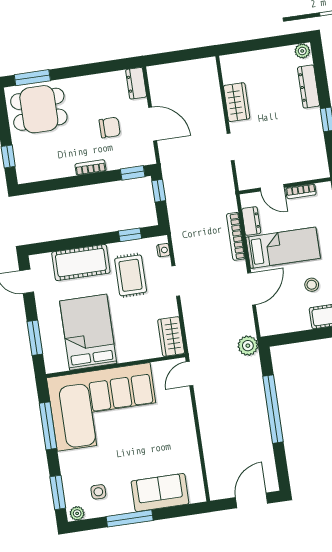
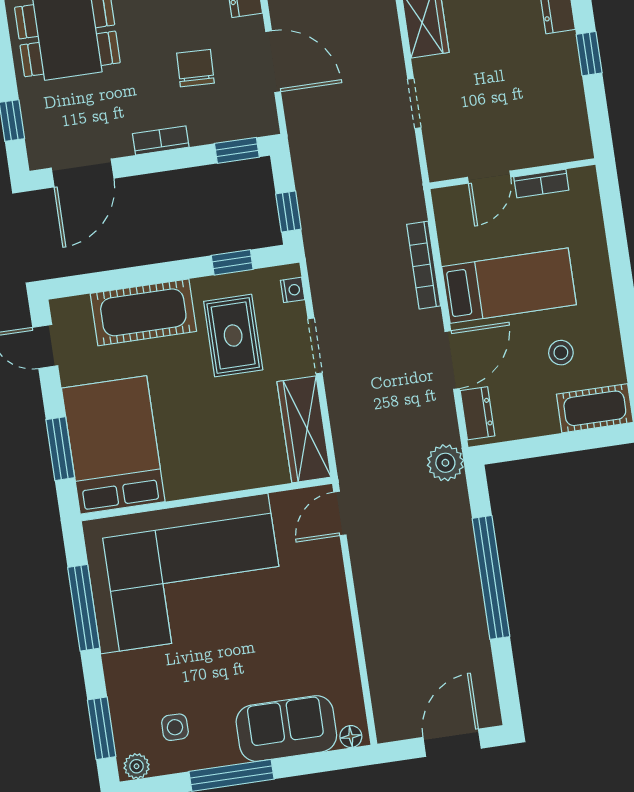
chair: (110, 128) -> (195, 68), turned -88
door: (47, 186) -> (83, 173), added
door: (272, 188) -> (489, 177), hinge flipped
window: (159, 191) -> (288, 212), moved
dresser: (251, 221) -> (477, 413), moved
bed: (88, 332) -> (113, 445), moved
wardrobe: (171, 337) -> (304, 429), width x1.50
floor lamp: (196, 497) -> (351, 736), added

